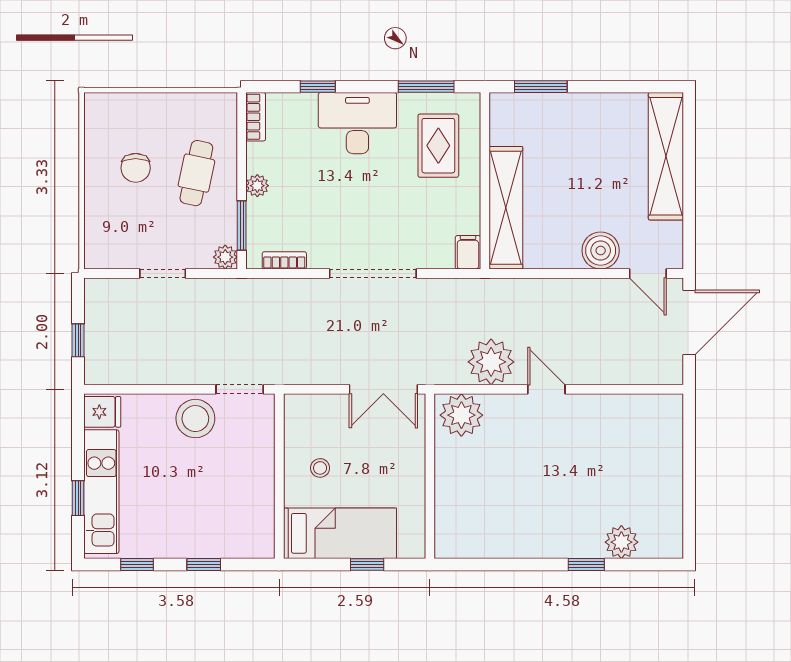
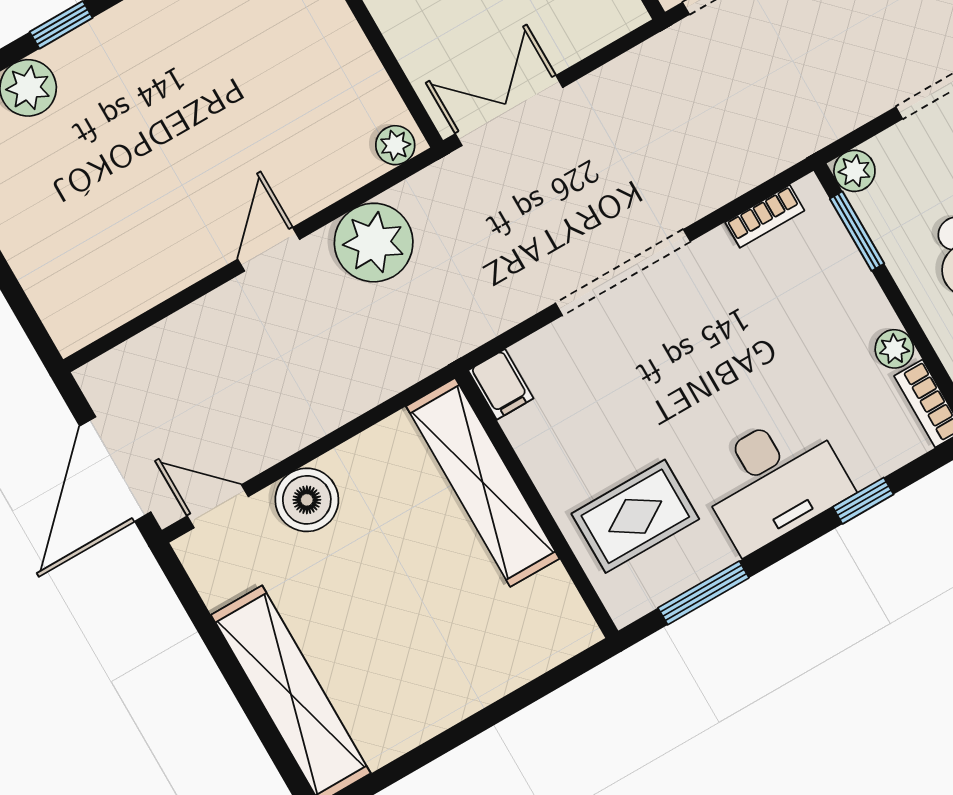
window: (541, 87) -> (535, 690), removed
rug: (438, 146) -> (635, 516), turned 90
plant: (257, 186) -> (894, 349), moved
door: (546, 389) -> (269, 249), swing flipped
plant: (461, 415) -> (395, 145), width x0.53, depth x0.53

